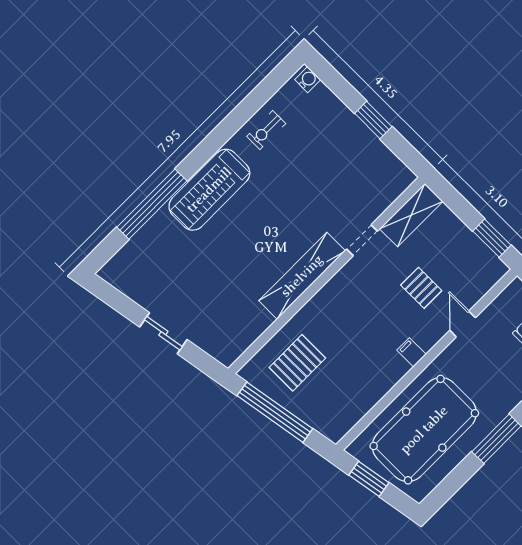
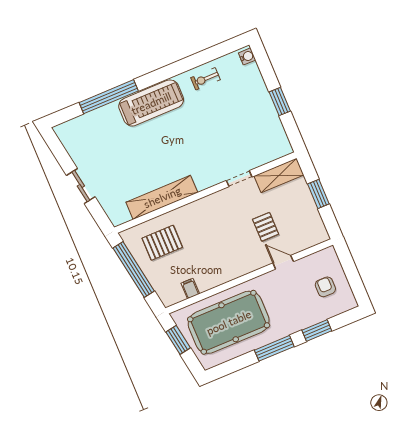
treadmill: (209, 190) -> (151, 103), turned 180
window: (492, 238) -> (318, 194), moved
shelving: (302, 276) -> (162, 197), moved
door: (463, 324) -> (283, 262), hinge flipped
filing cabinet: (411, 352) -> (190, 289), moved

